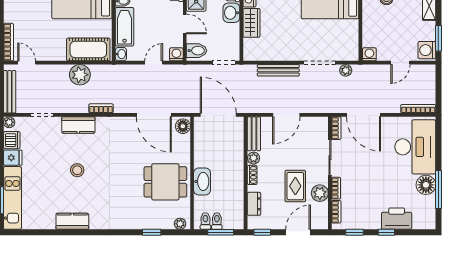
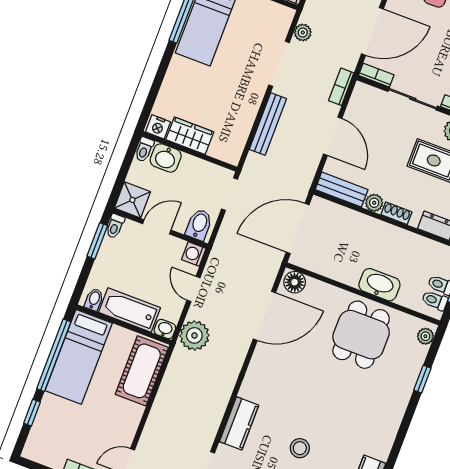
plant: (80, 75) -> (194, 335), moved
bookcase: (101, 108) -> (341, 87), moved

